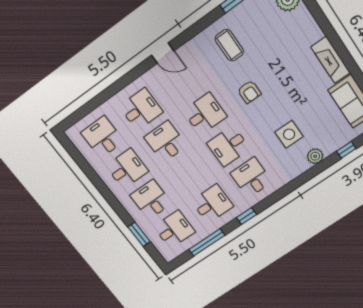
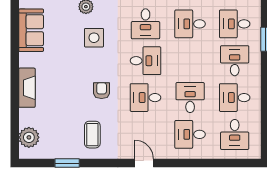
fireplace: (331, 60) -> (27, 88), moved
desk: (165, 142) -> (190, 98), turned 180
desk: (151, 199) -> (235, 61), turned 180

